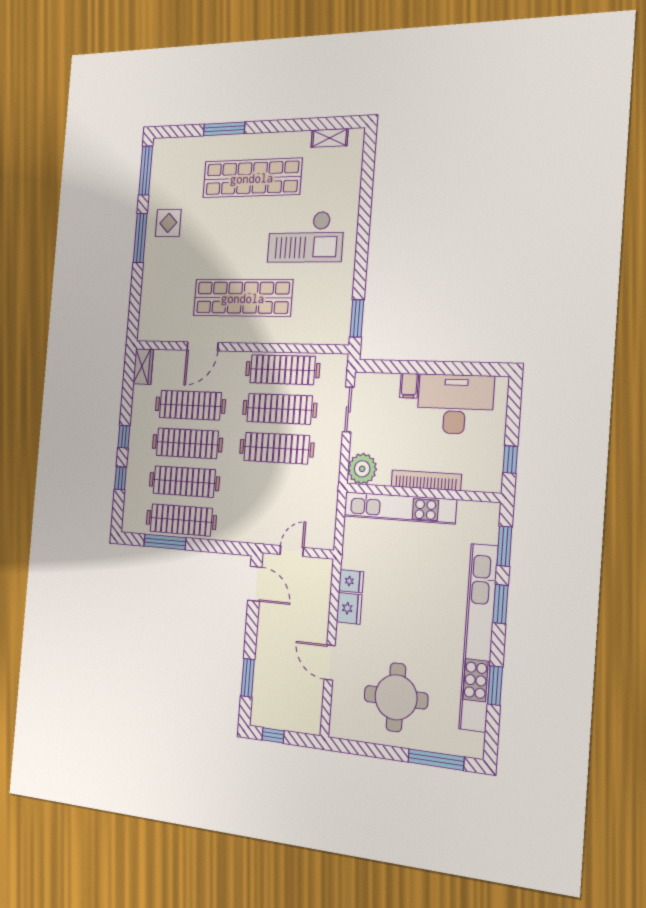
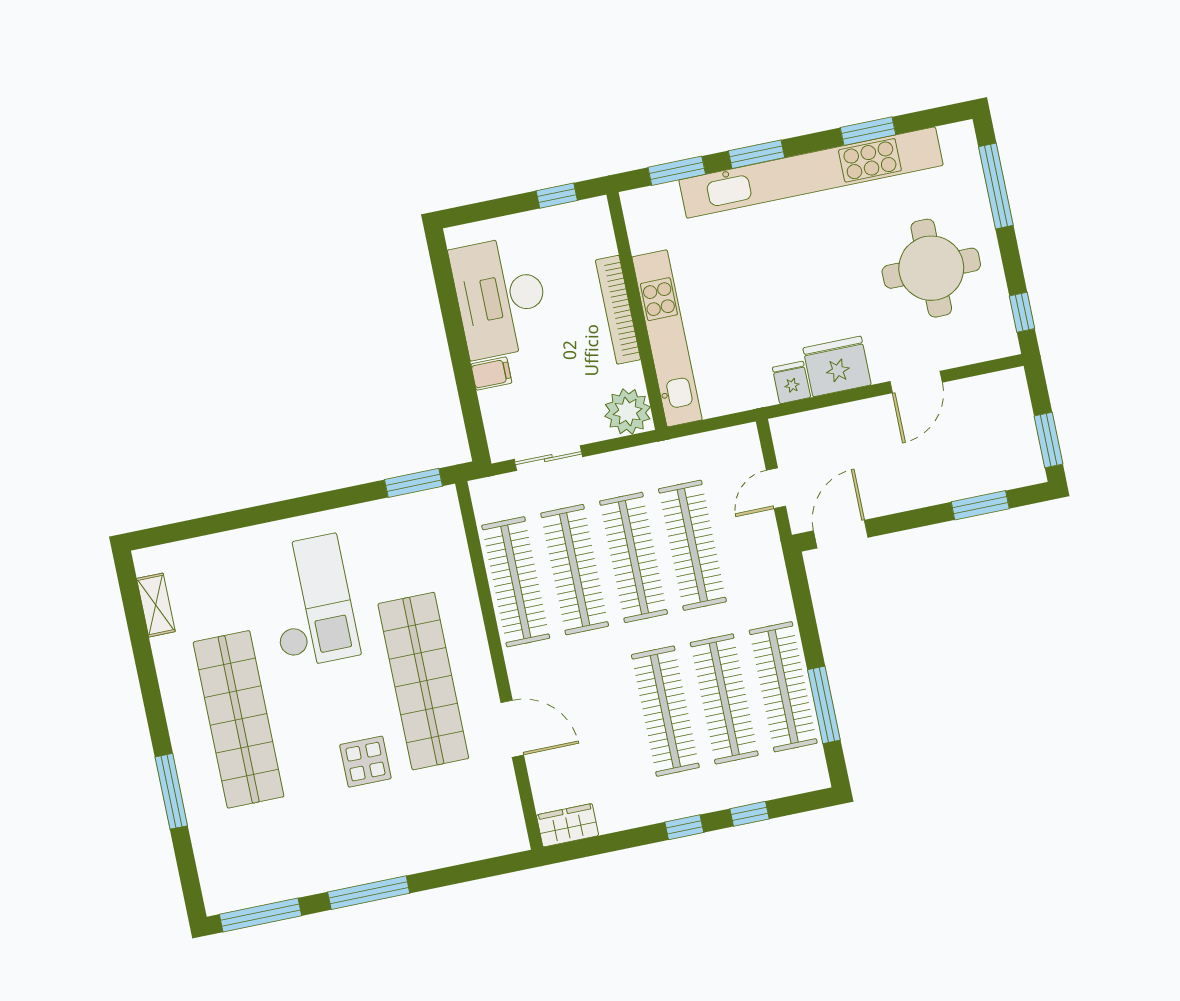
display table: (168, 223) -> (365, 762), moved
clothes rail: (190, 405) -> (692, 545), moved
door: (292, 551) -> (776, 488), hinge flipped
fridge: (349, 608) -> (837, 366), width x1.36, depth x1.34
window: (273, 735) -> (1048, 440), width x1.50
window: (353, 747) -> (1022, 312), added

